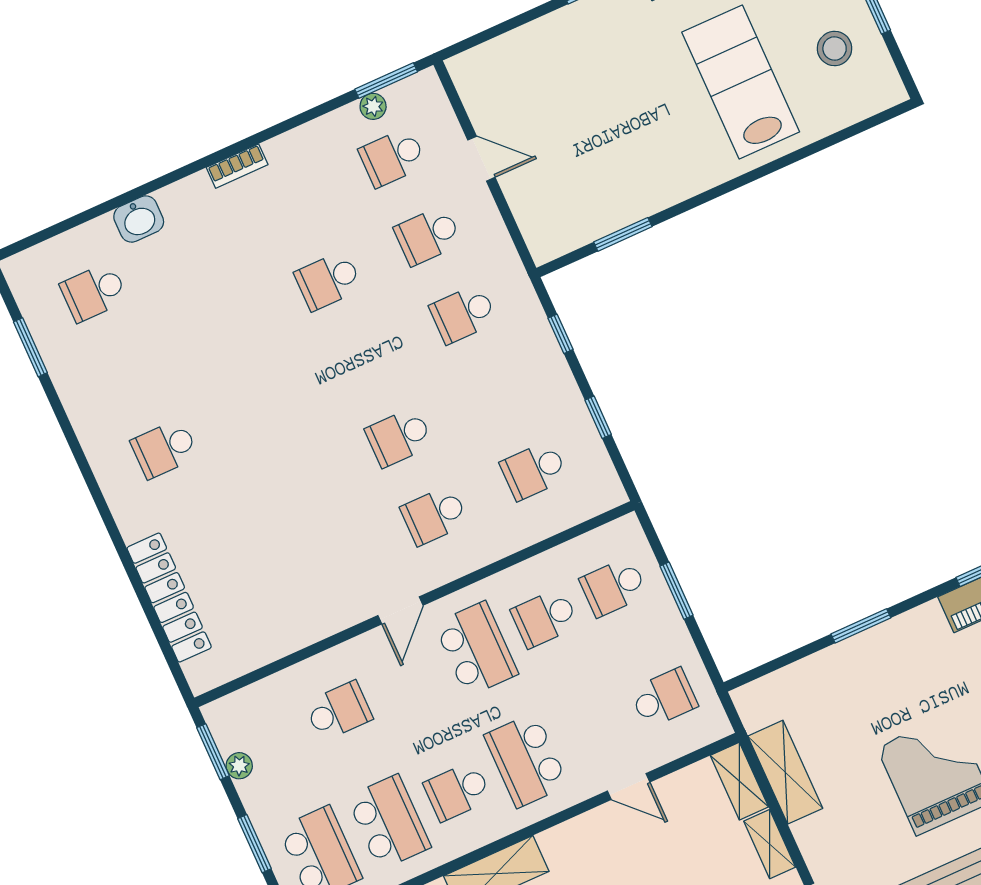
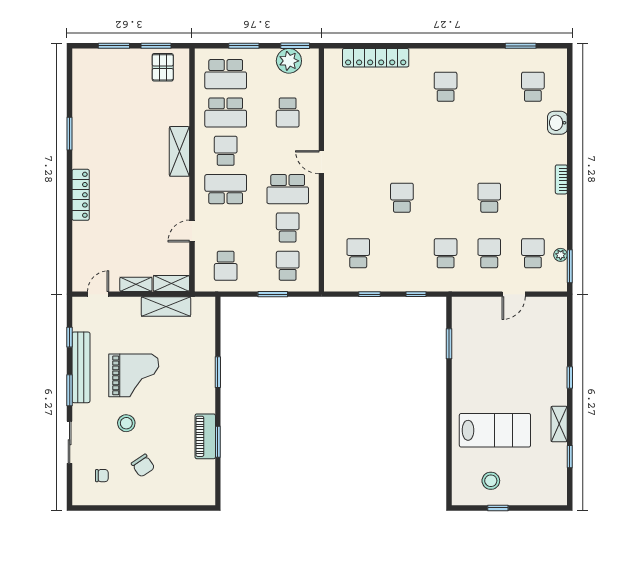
school desk: (434, 515) -> (358, 198), removed
plant: (239, 766) -> (289, 61), width x1.88, depth x1.88

